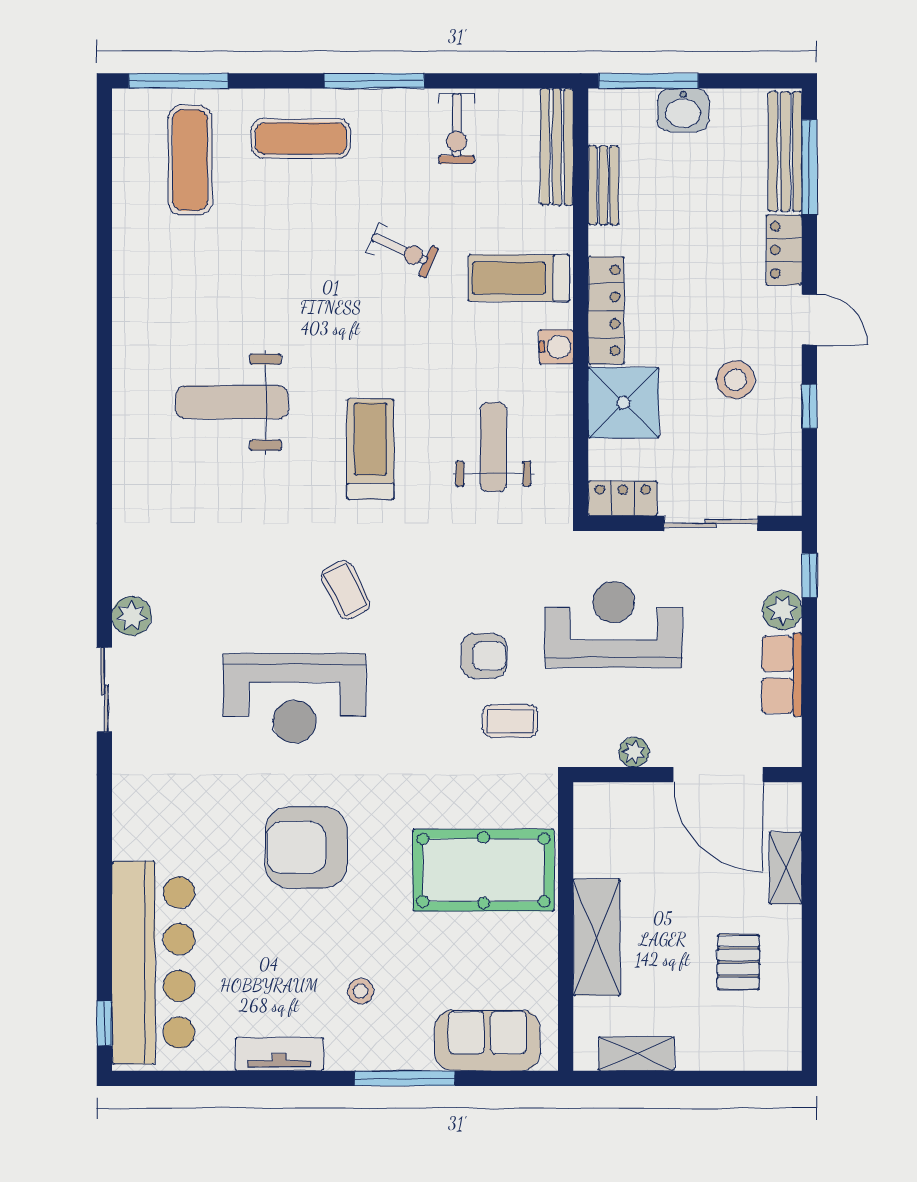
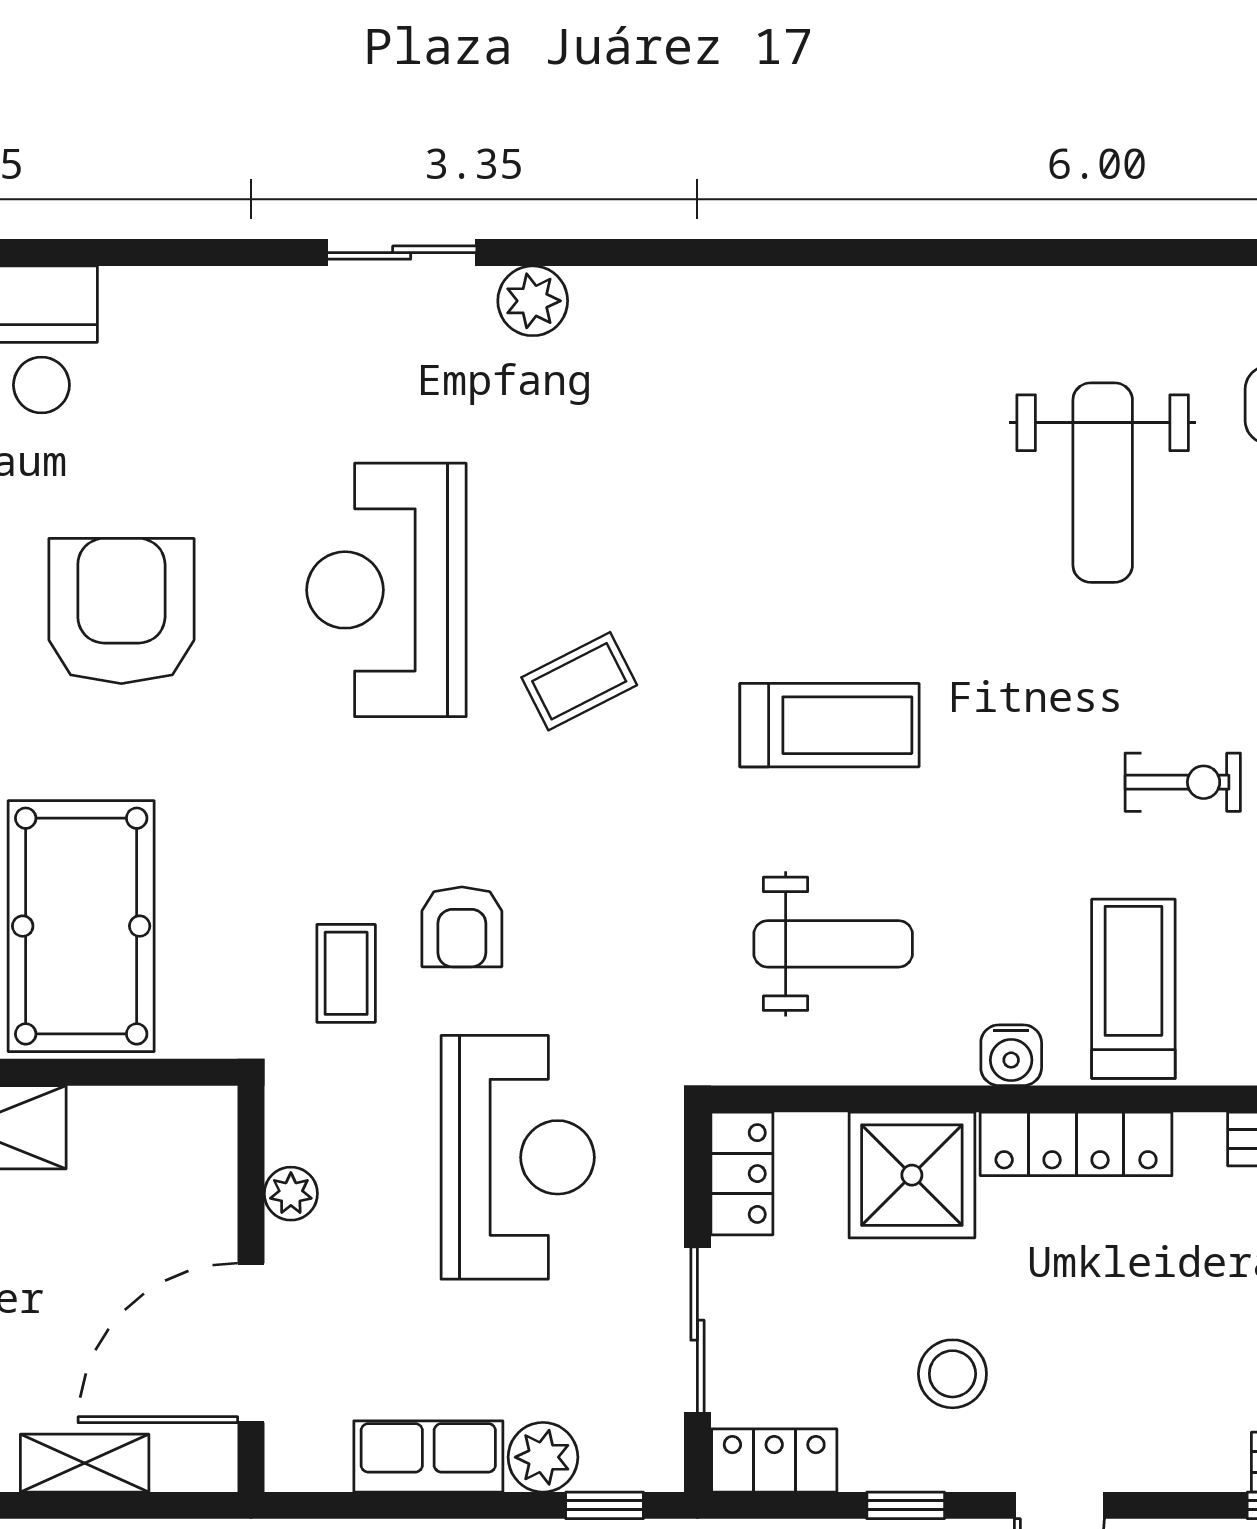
exercise bike: (403, 250) -> (1183, 782), turned -114
locker: (784, 250) -> (774, 1460), moved
weight bench: (232, 402) -> (1103, 483), moved, turned 180

